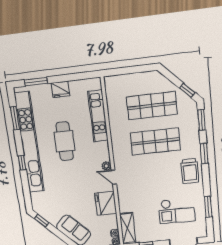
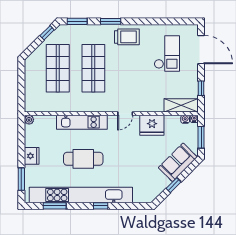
kitchen unit: (98, 116) -> (82, 122), moved
plant: (106, 166) -> (29, 120), moved
window: (208, 207) -> (166, 21), removed
window: (42, 221) -> (173, 185), moved

